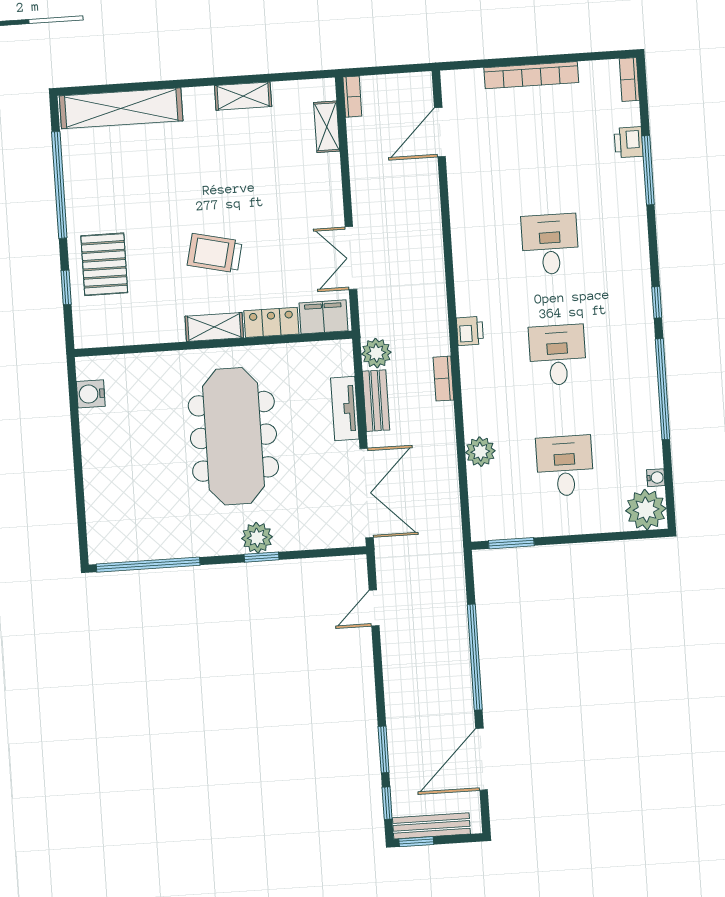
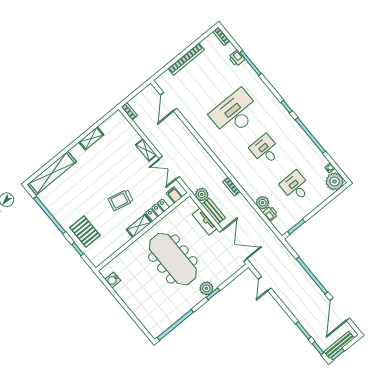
shelving: (327, 127) -> (146, 150), moved
desk: (550, 244) -> (235, 113), width x1.87, depth x1.30
filing cabinet: (323, 317) -> (174, 195), width x0.50
printer: (470, 331) -> (270, 214), moved

